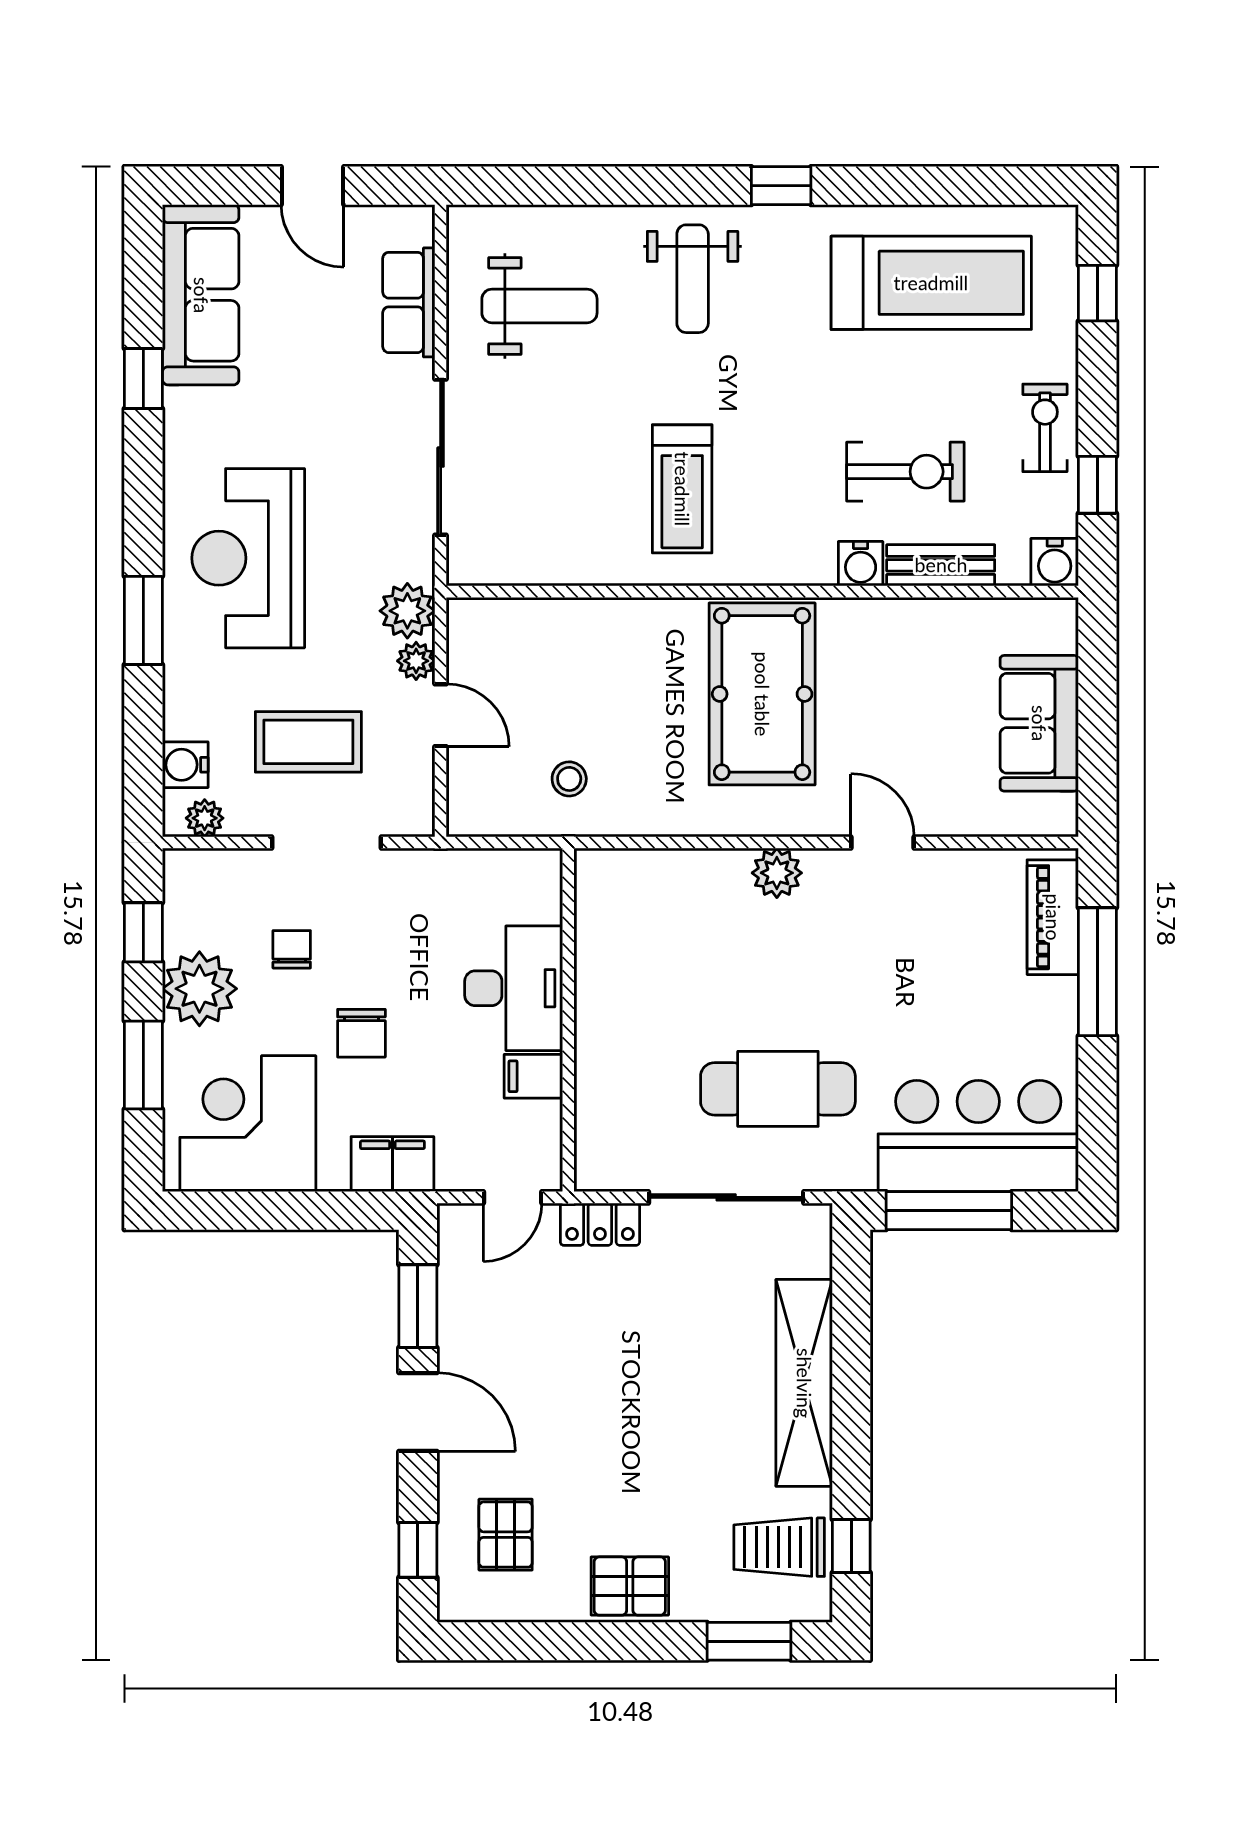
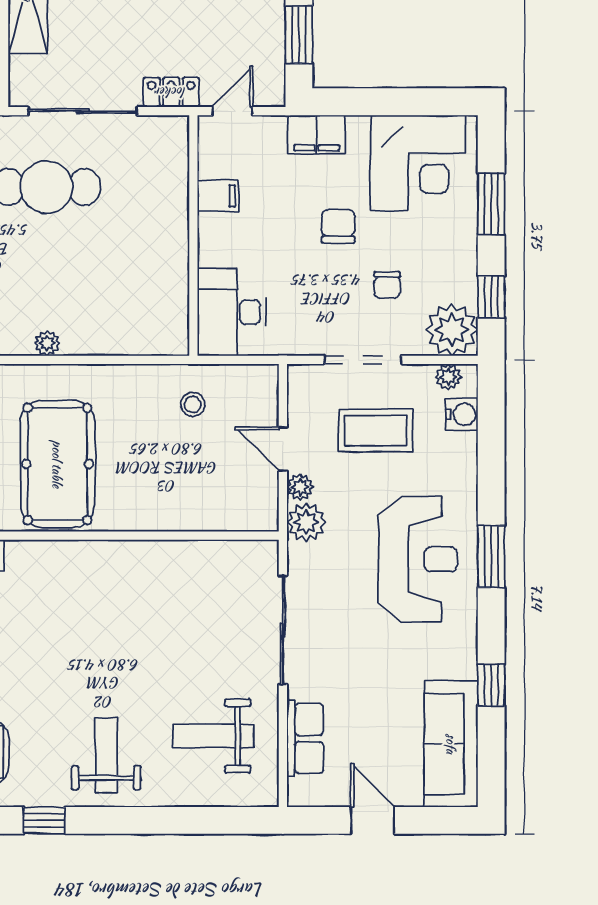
treadmill: (682, 489) -> (113, 608), removed
window: (143, 620) -> (491, 557), moved
plant: (777, 873) -> (47, 343), width x0.73, depth x0.73
desk: (514, 988) -> (232, 312), moved
plant: (199, 989) -> (452, 330), moved

